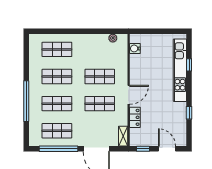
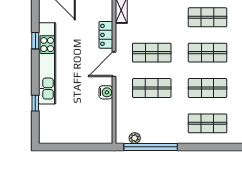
window: (101, 31) -> (151, 147), added
water cooler: (135, 48) -> (106, 92), moved
kitchen unit: (180, 70) -> (47, 63), moved

